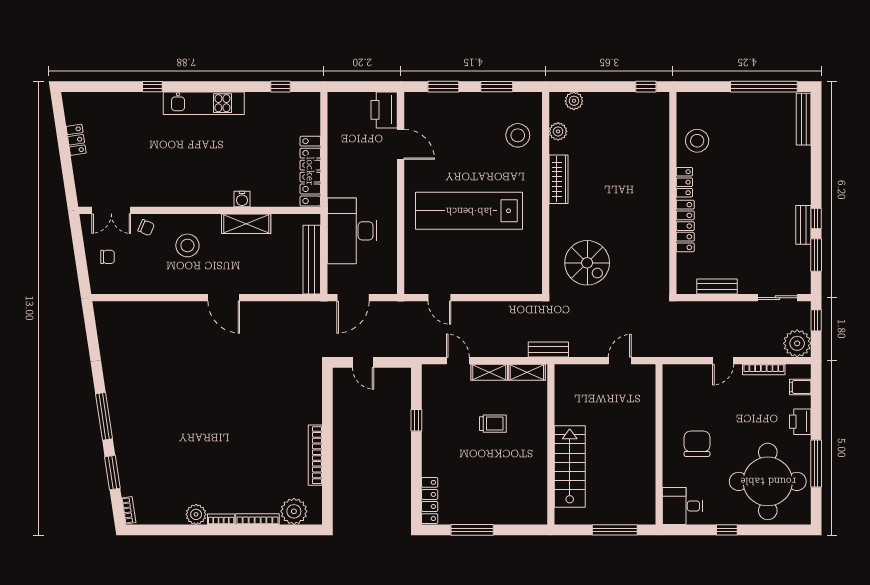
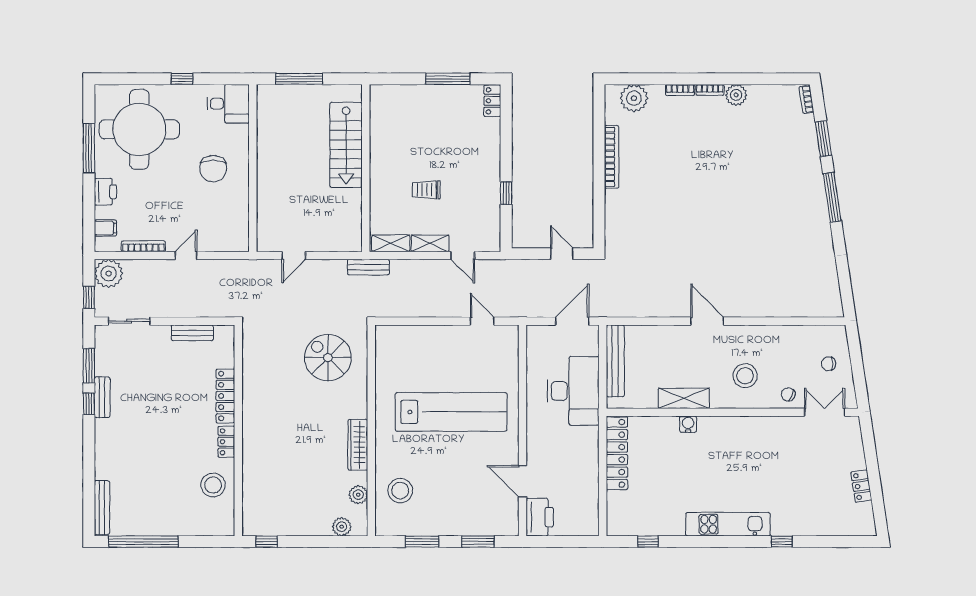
locker: (430, 500) -> (492, 101), width x0.66
bookcase: (258, 519) -> (680, 90), width x0.64

